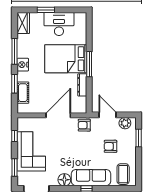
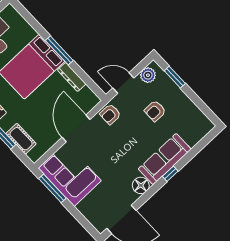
window: (14, 136) -> (52, 188), width x2.17
corner sofa: (31, 151) -> (70, 174), moved
window: (14, 168) -> (81, 219), removed
coffee table: (123, 174) -> (193, 126), removed

